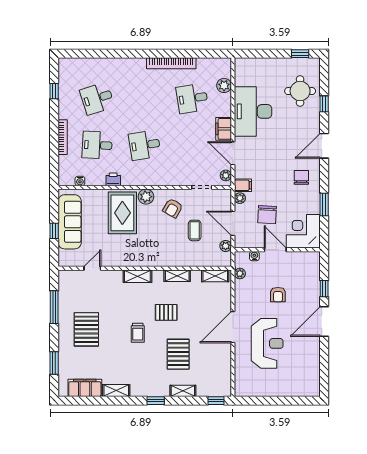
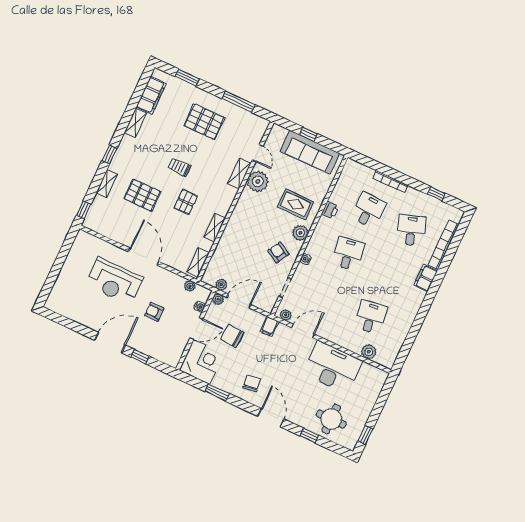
bookcase: (171, 63) -> (443, 245), moved
filing cabinet: (224, 129) -> (426, 278), moved, turned -90
chair: (301, 177) -> (252, 383), turned -98
water cooler: (80, 181) -> (305, 259), moved
plant: (240, 198) -> (218, 299), moved
rug: (122, 213) -> (296, 204), width x0.73, depth x0.70
coffee table: (195, 230) -> (249, 263), removed
plant: (118, 256) -> (258, 181), added
shelving: (137, 276) -> (239, 174), moved
door: (324, 322) -> (110, 343), hinge flipped

